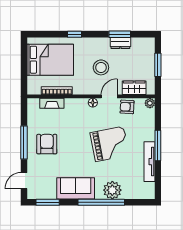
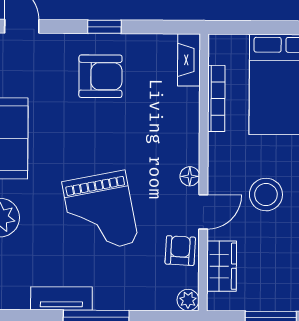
door: (109, 96) -> (203, 212), hinge flipped
fireplace: (52, 103) -> (189, 60), moved
window: (24, 142) -> (104, 27), width x0.46
tv unit: (149, 162) -> (61, 298), width x0.71

